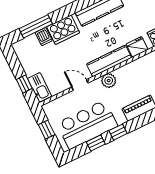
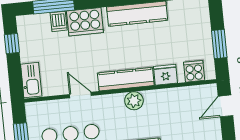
plant: (109, 81) -> (134, 101), moved
window: (24, 84) -> (12, 44), moved

